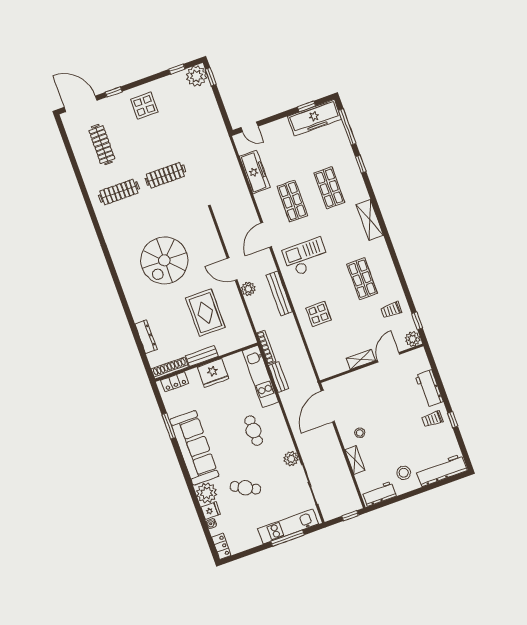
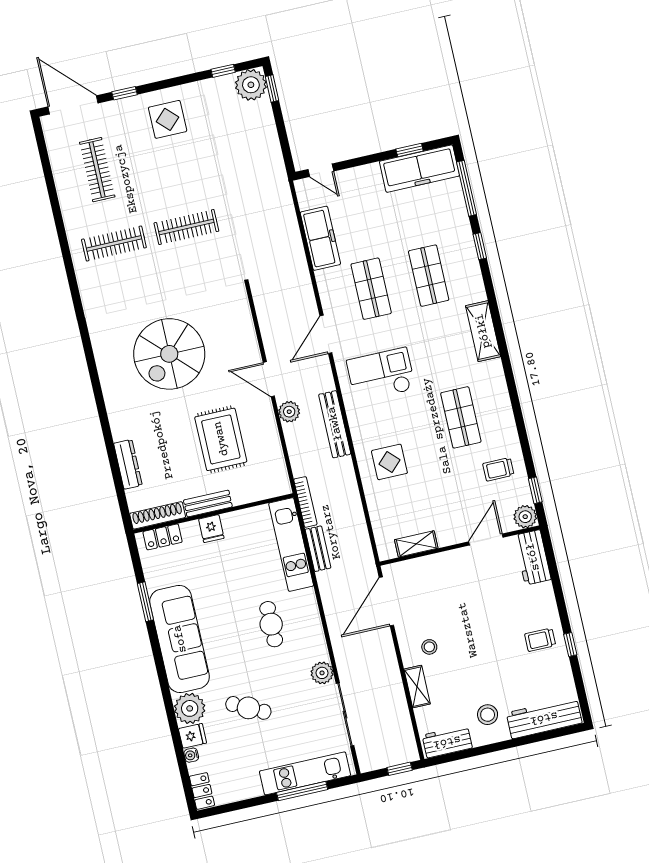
shelving: (361, 359) -> (416, 544), moved
fridge: (213, 373) -> (211, 529), width x0.53, depth x0.75
workbench: (429, 388) -> (533, 557), moved

